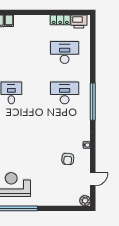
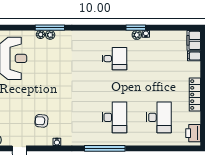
locker: (60, 20) -> (195, 95), moved, width x1.53

